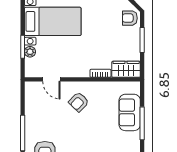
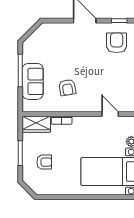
armchair: (130, 18) -> (44, 162), moved
armchair: (79, 102) -> (67, 87), moved, turned 126

